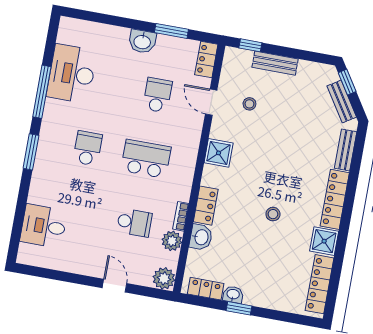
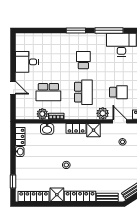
door: (211, 102) -> (120, 121), hinge flipped
school desk: (88, 148) -> (83, 60), turned -90
locker: (206, 206) -> (76, 128), moved
school desk: (134, 223) -> (48, 92), width x1.85
desk: (44, 226) -> (27, 62), moved, turned -90
plant: (164, 278) -> (103, 113), moved
door: (114, 286) -> (13, 88), hinge flipped
window: (239, 308) -> (13, 182), moved

